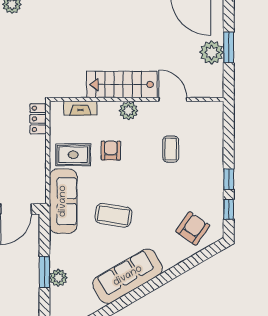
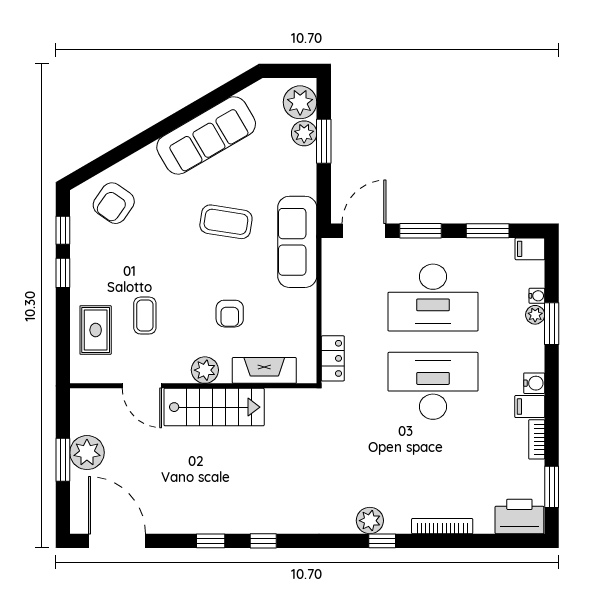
fireplace: (80, 108) -> (264, 370), width x1.37, depth x1.32
rug: (73, 155) -> (96, 330), moved, turned 90
plant: (61, 300) -> (300, 102), added

